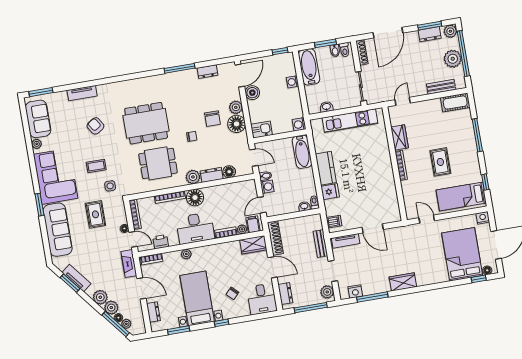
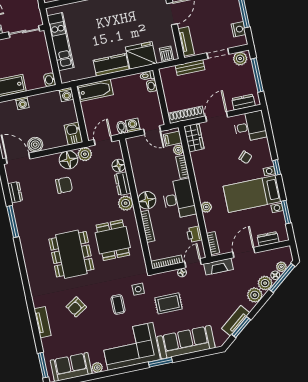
plant: (236, 107) -> (85, 154), moved
washbasin: (326, 107) -> (50, 80), moved
chair: (192, 136) -> (83, 206), removed
fridge: (330, 192) -> (141, 55), width x1.88, depth x1.34

